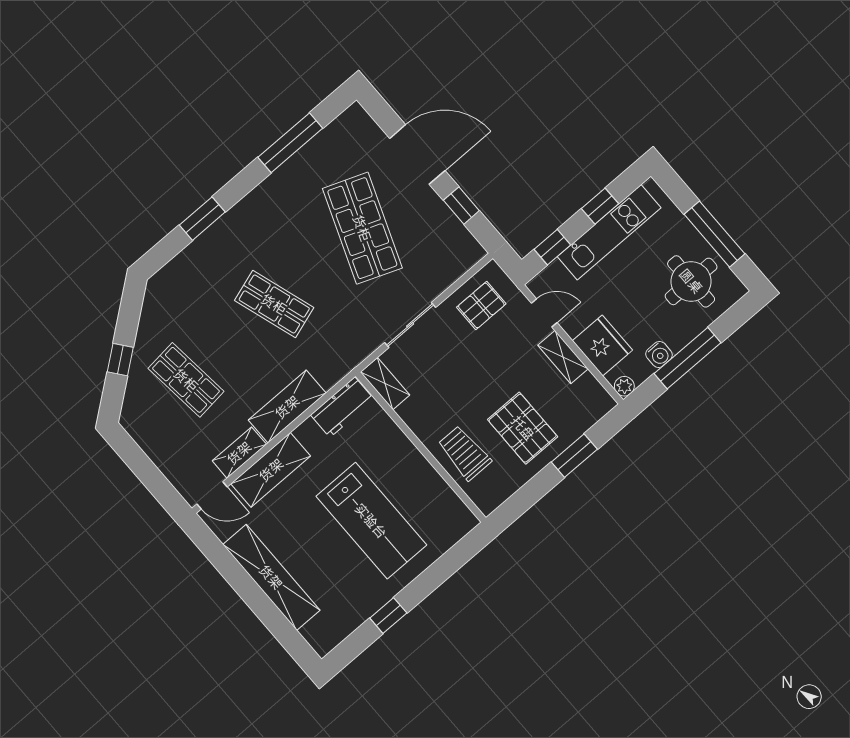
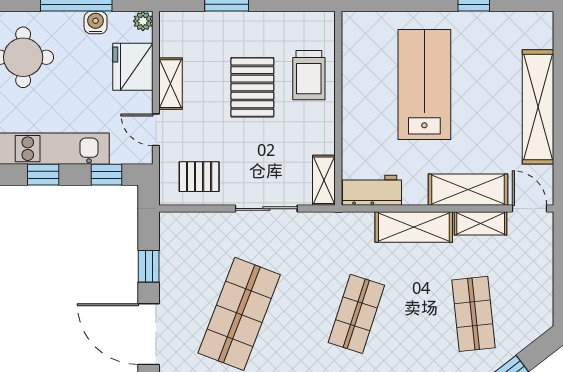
shop shelf: (274, 304) -> (356, 314), turned 36
pallet: (523, 428) -> (252, 87), moved

